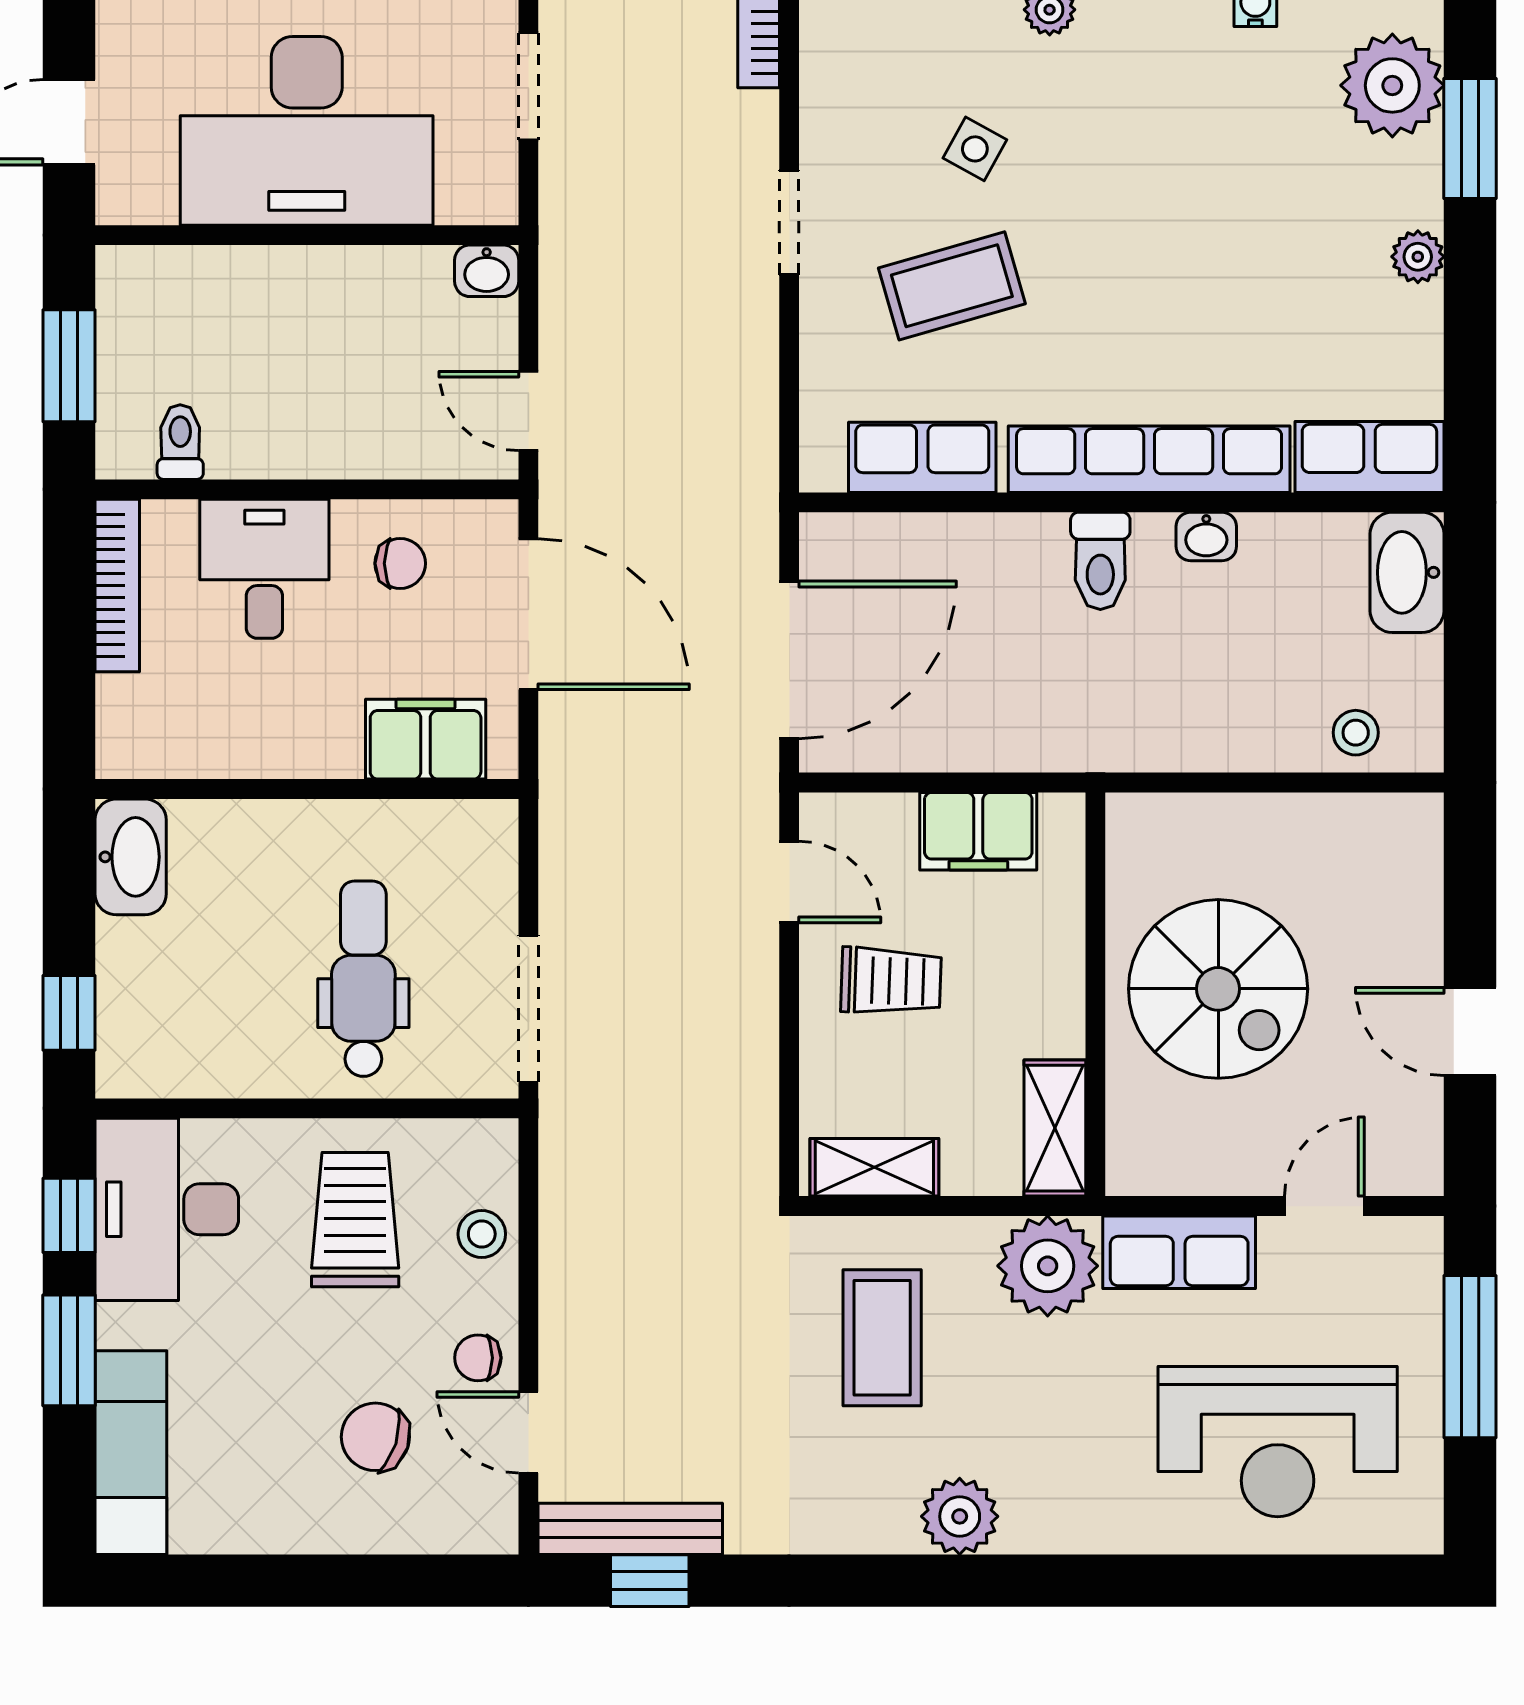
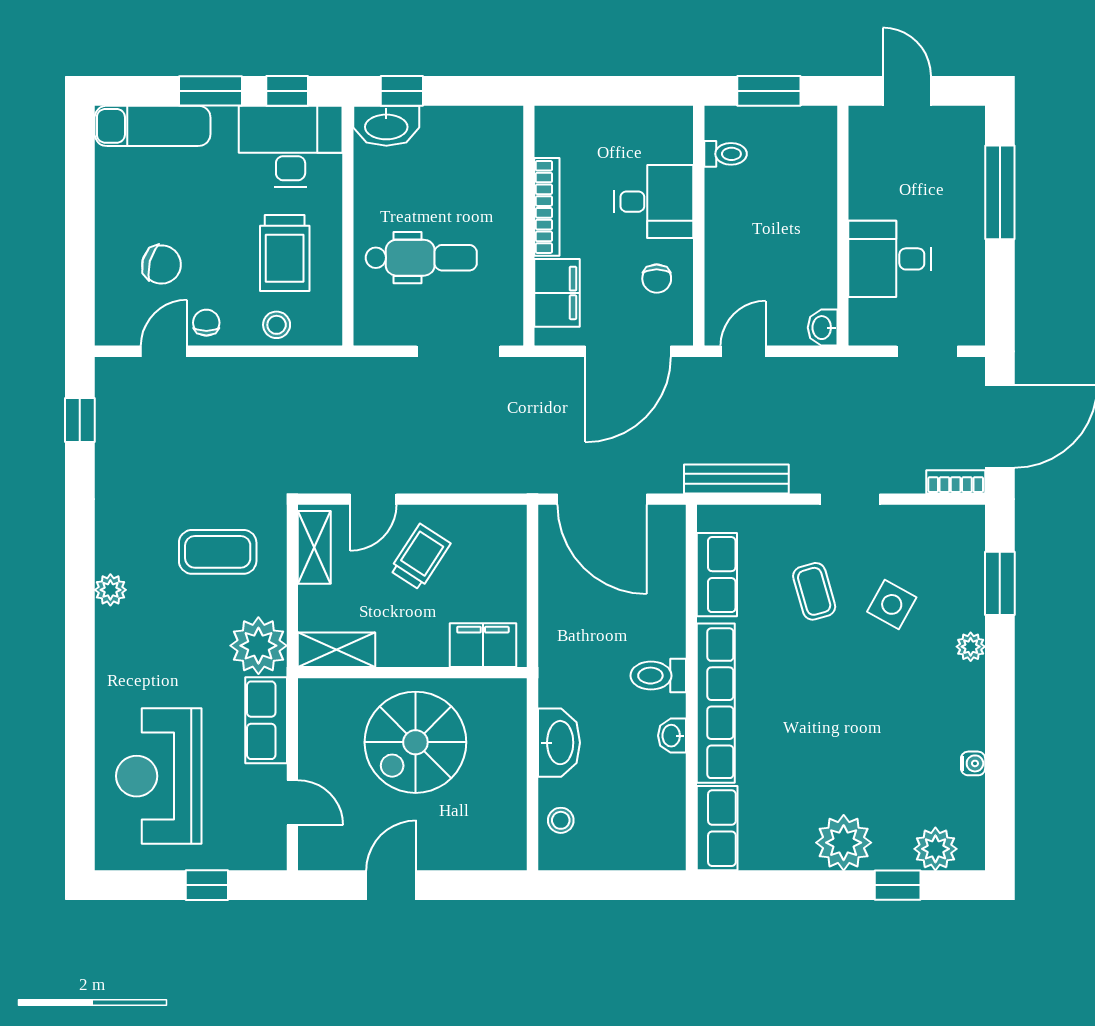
plant: (1392, 85) -> (935, 849), width x0.73, depth x0.73
desk: (307, 131) -> (890, 259), width x0.53, depth x0.77
window: (1470, 138) -> (898, 885), width x0.67
side table: (975, 149) -> (892, 604), width x1.37, depth x1.37
plant: (1418, 257) -> (844, 843), width x1.87, depth x1.87
coffee table: (952, 286) -> (814, 591), width x0.73, depth x0.77
washbasin: (1407, 572) -> (559, 743), moved, turned 90
bookcase: (117, 585) -> (547, 207), moved, turned -90
filing cabinet: (978, 831) -> (483, 645), moved, turned 90
washbasin: (131, 857) -> (386, 126), moved
door: (789, 882) -> (373, 499), moved
trolley: (891, 981) -> (420, 557), turned -149
doorway: (528, 1009) -> (458, 351), moved
trolley: (355, 1220) -> (285, 253), turned 90
window: (1470, 1357) -> (207, 885), width x0.46
chair: (375, 1437) -> (162, 265), turned 87
plant: (960, 1516) -> (110, 590), width x0.73, depth x0.73
bench: (630, 1529) -> (736, 479), moved, turned 90

